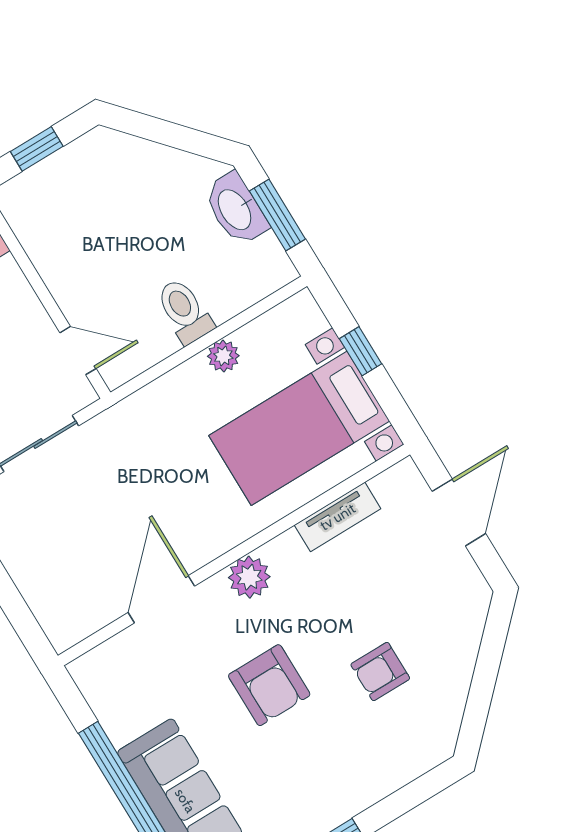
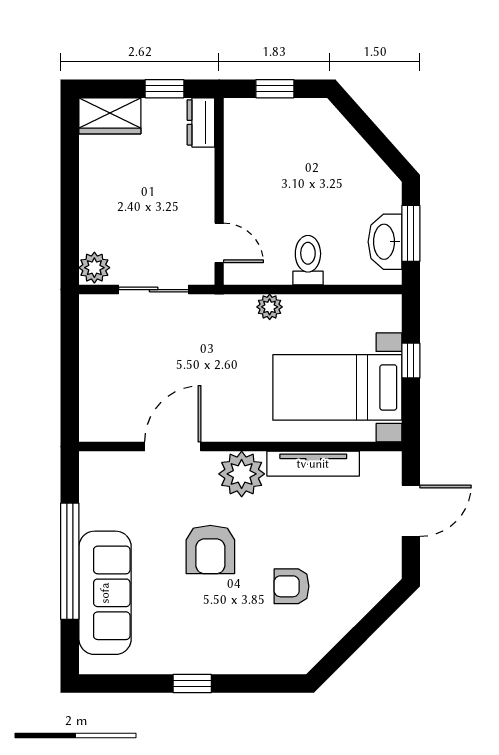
washbasin: (236, 209) -> (385, 242), moved
plant: (223, 356) -> (270, 307), moved
tv unit: (338, 517) -> (313, 464), width x1.41
plant: (249, 577) -> (242, 474), width x1.36, depth x1.36

